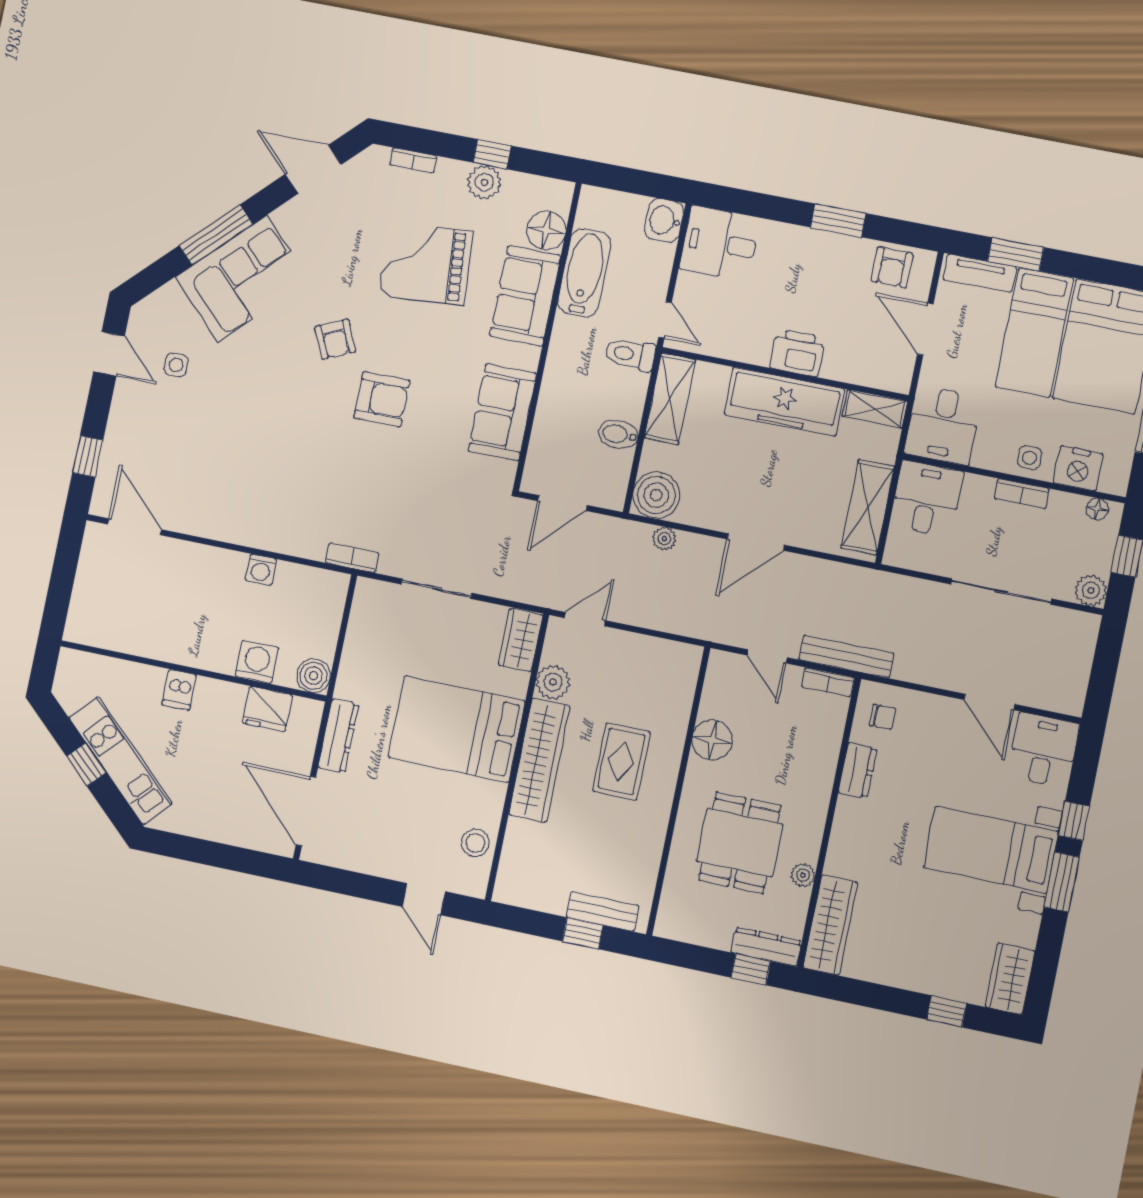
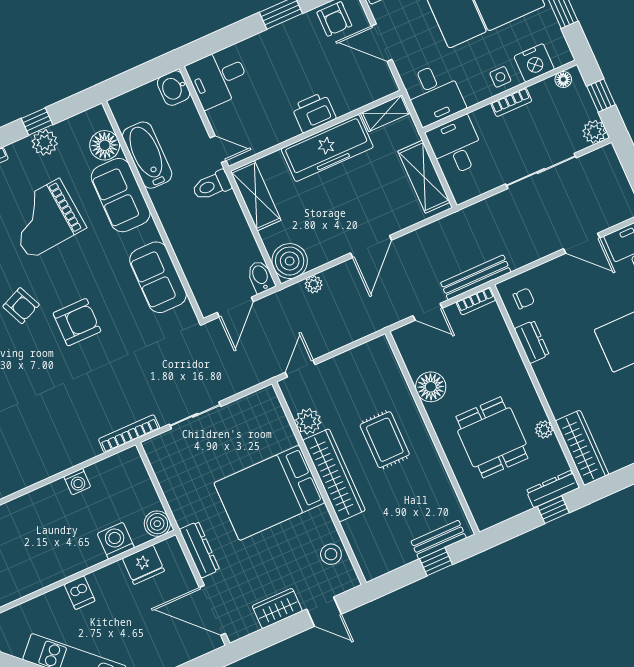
bidet: (618, 434) -> (261, 277), moved, turned 90
bookcase: (352, 558) -> (129, 434), width x1.56
wardrobe: (521, 640) -> (277, 608), moved, turned 90

